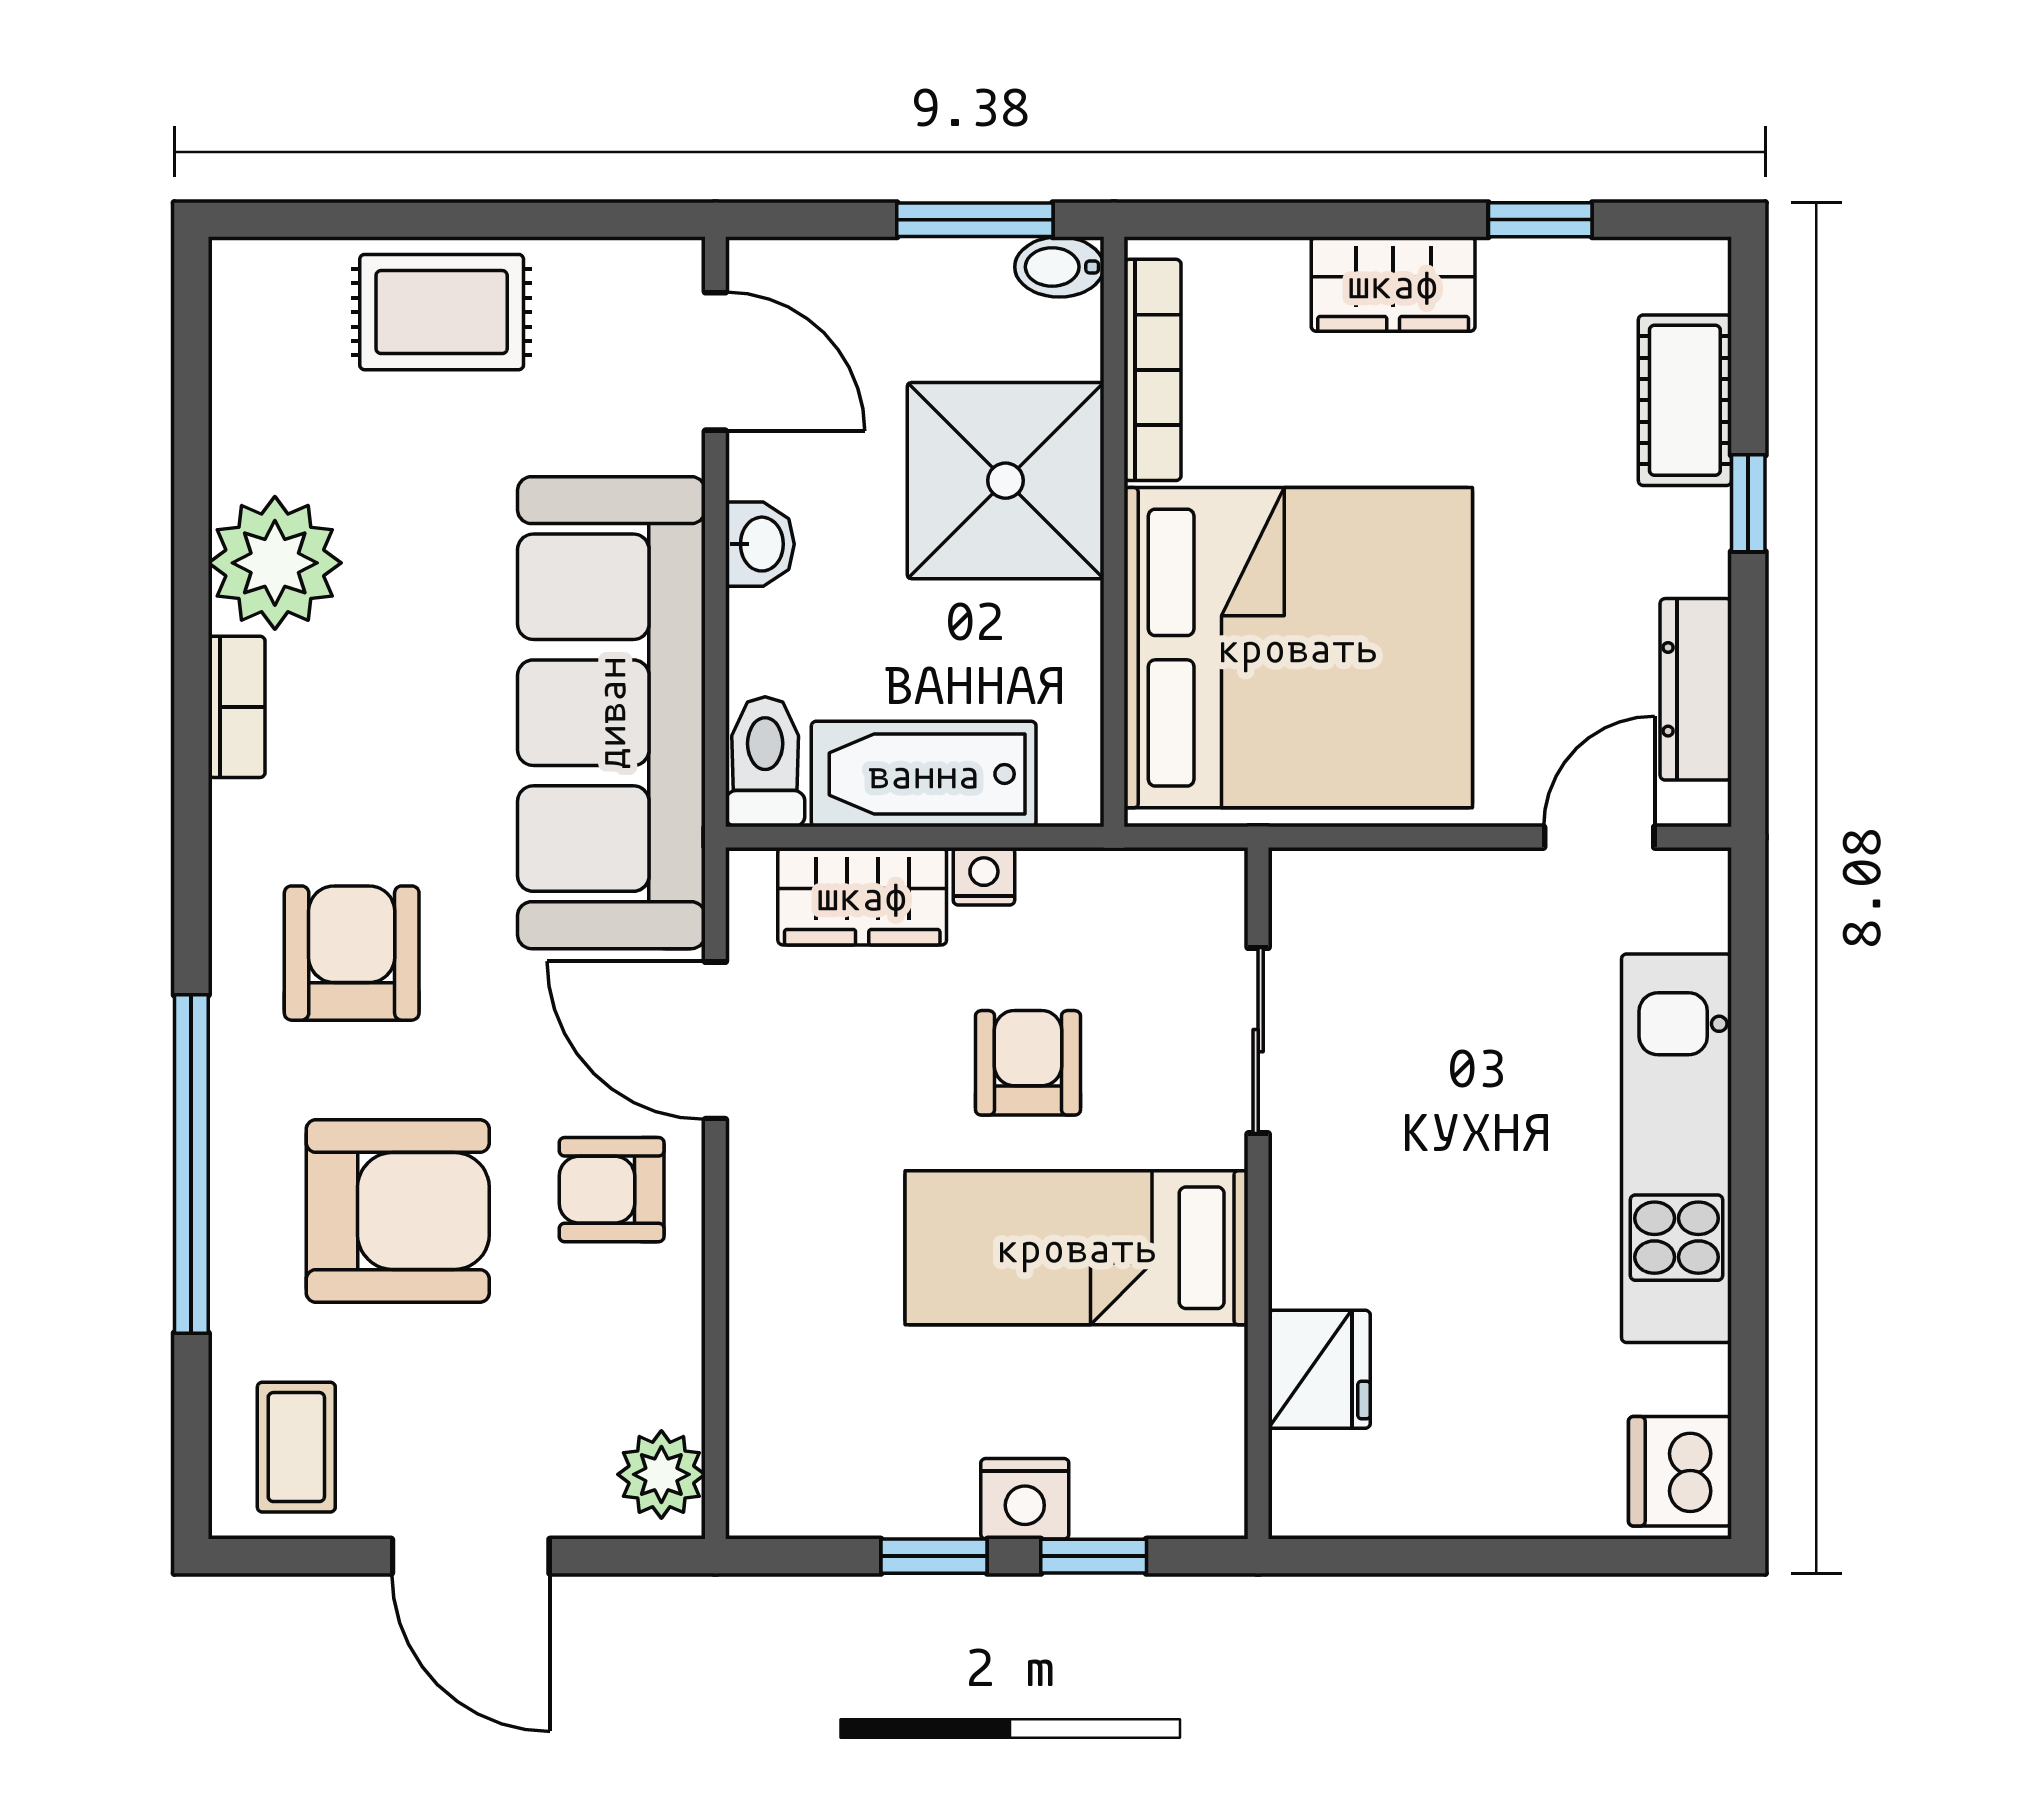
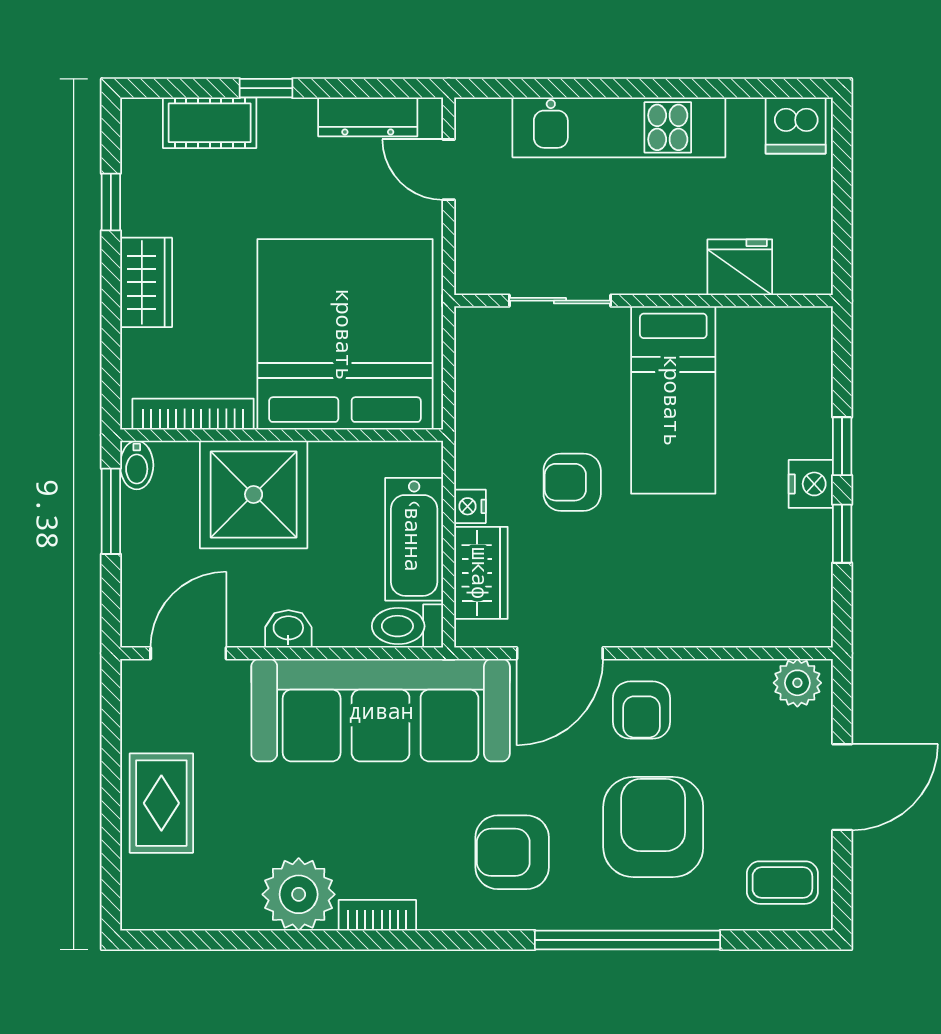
sliding door: (1258, 1041) -> (560, 301), moved
wall: (1258, 1193) -> (644, 301), moved
bed: (1077, 1248) -> (673, 400), moved
fridge: (1319, 1369) -> (740, 267), moved

